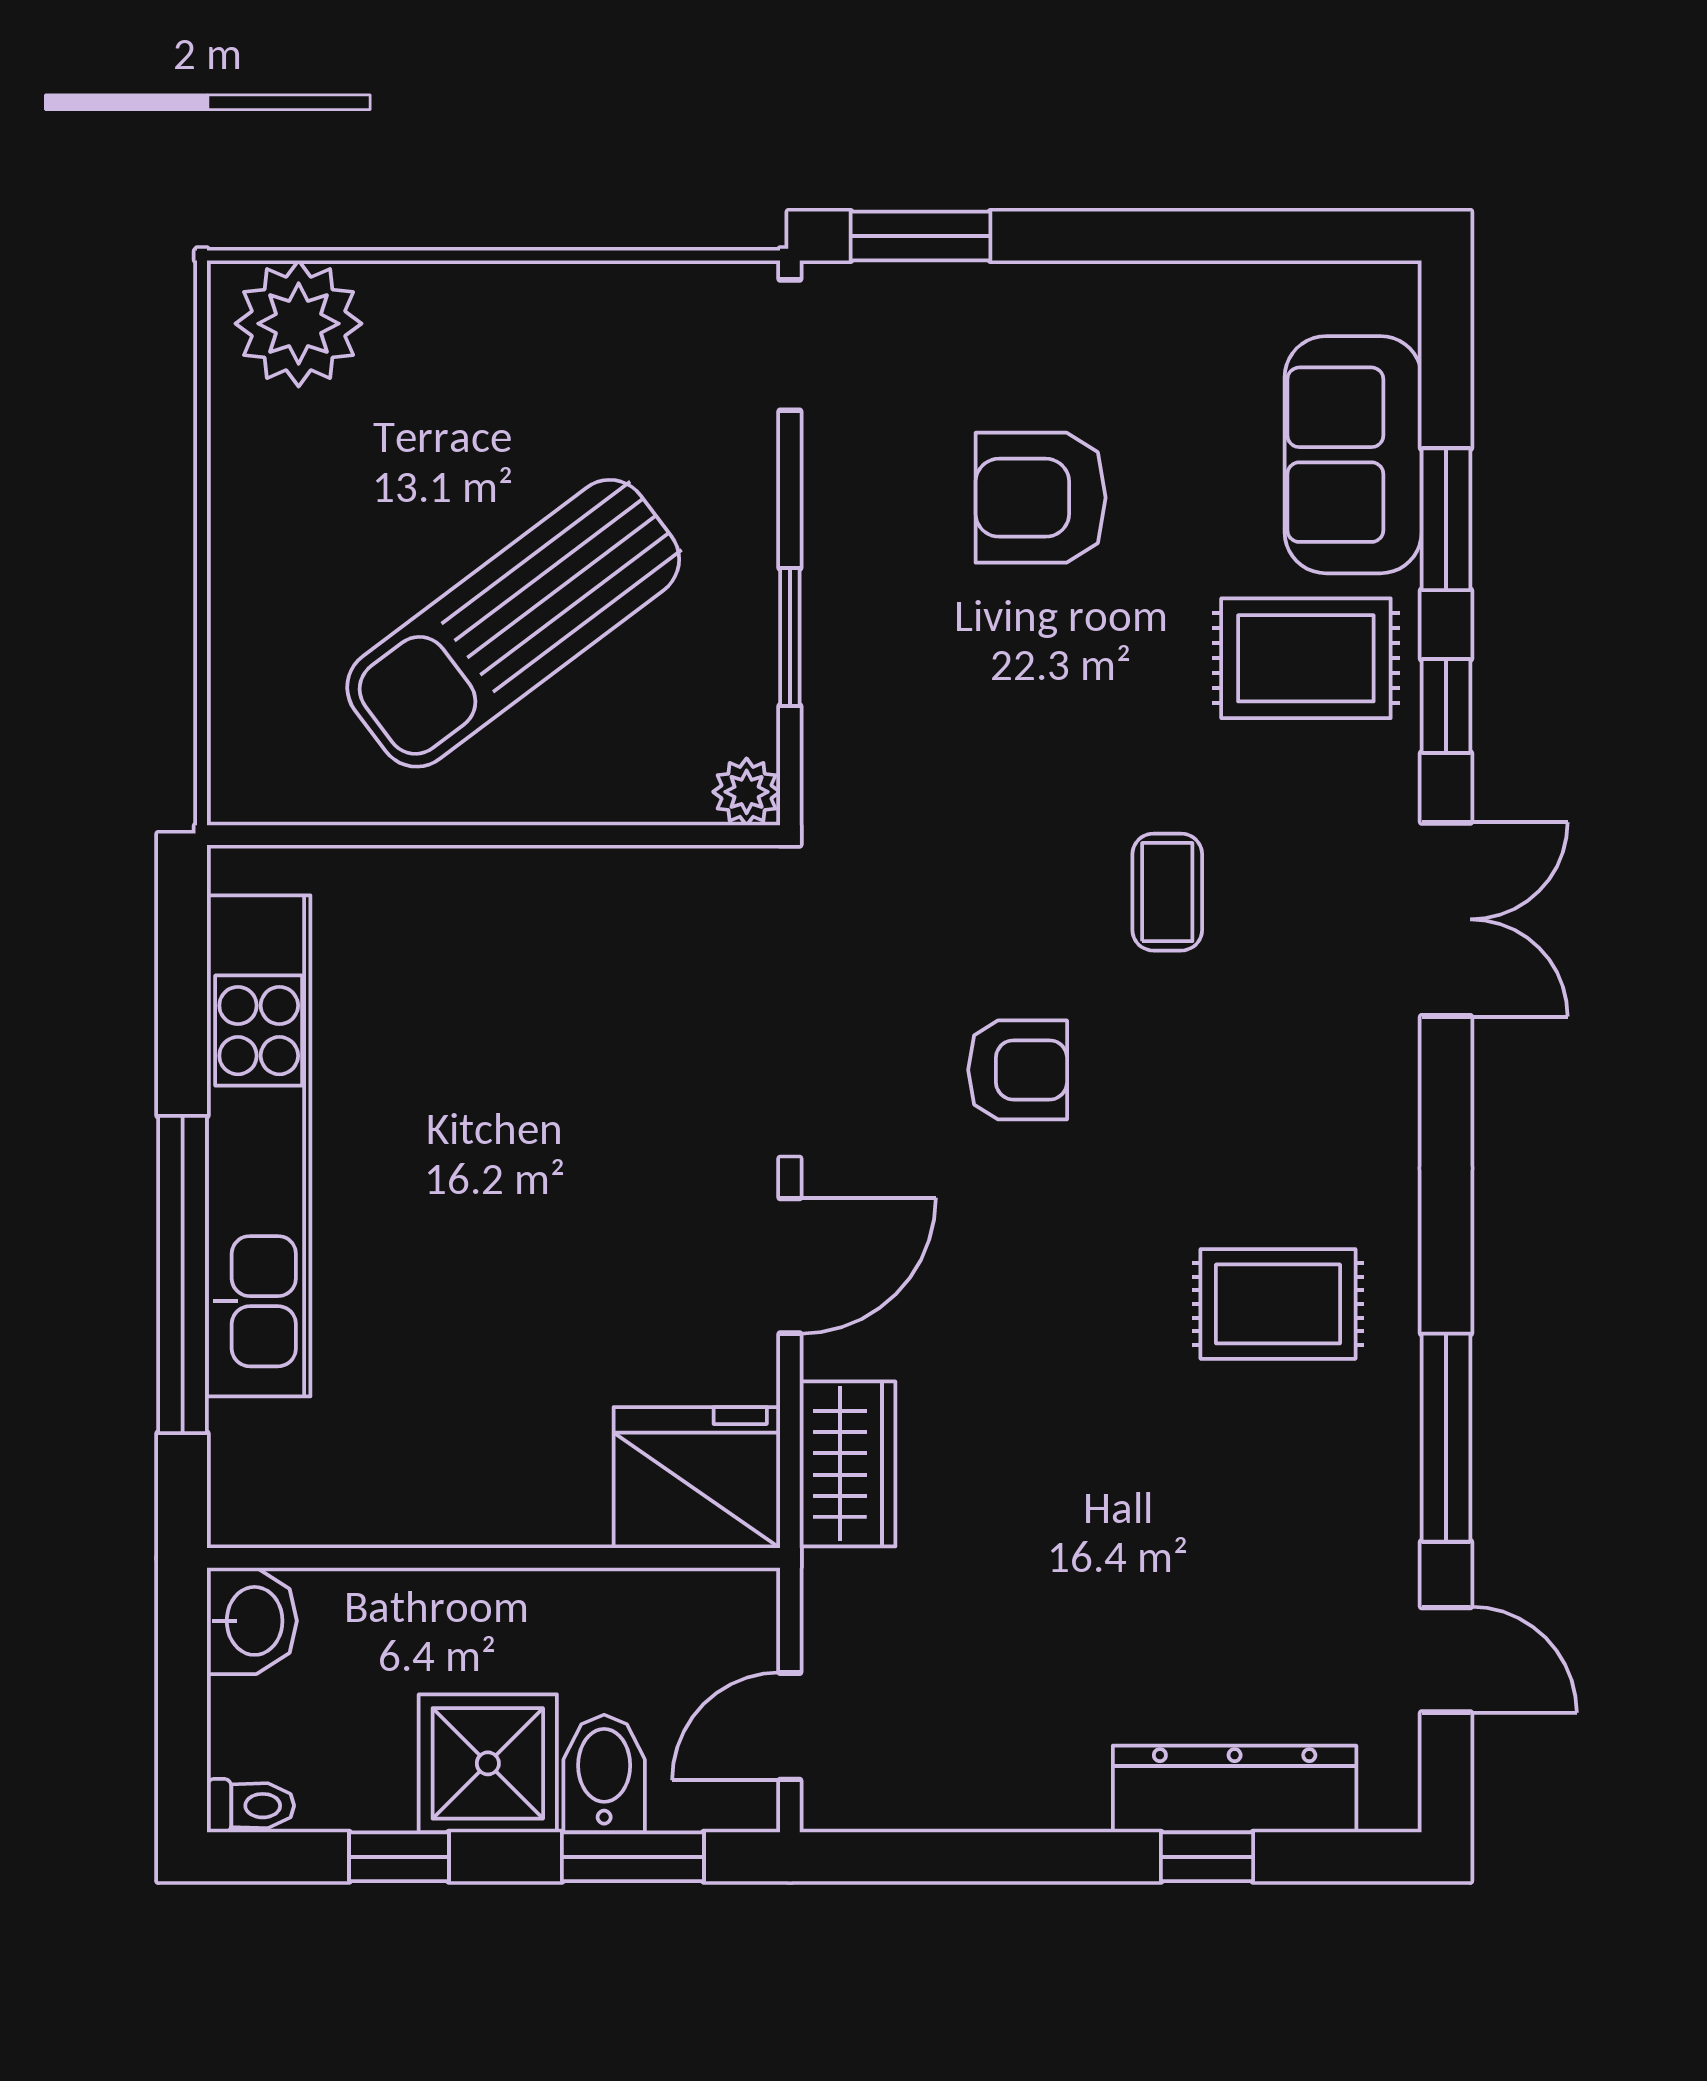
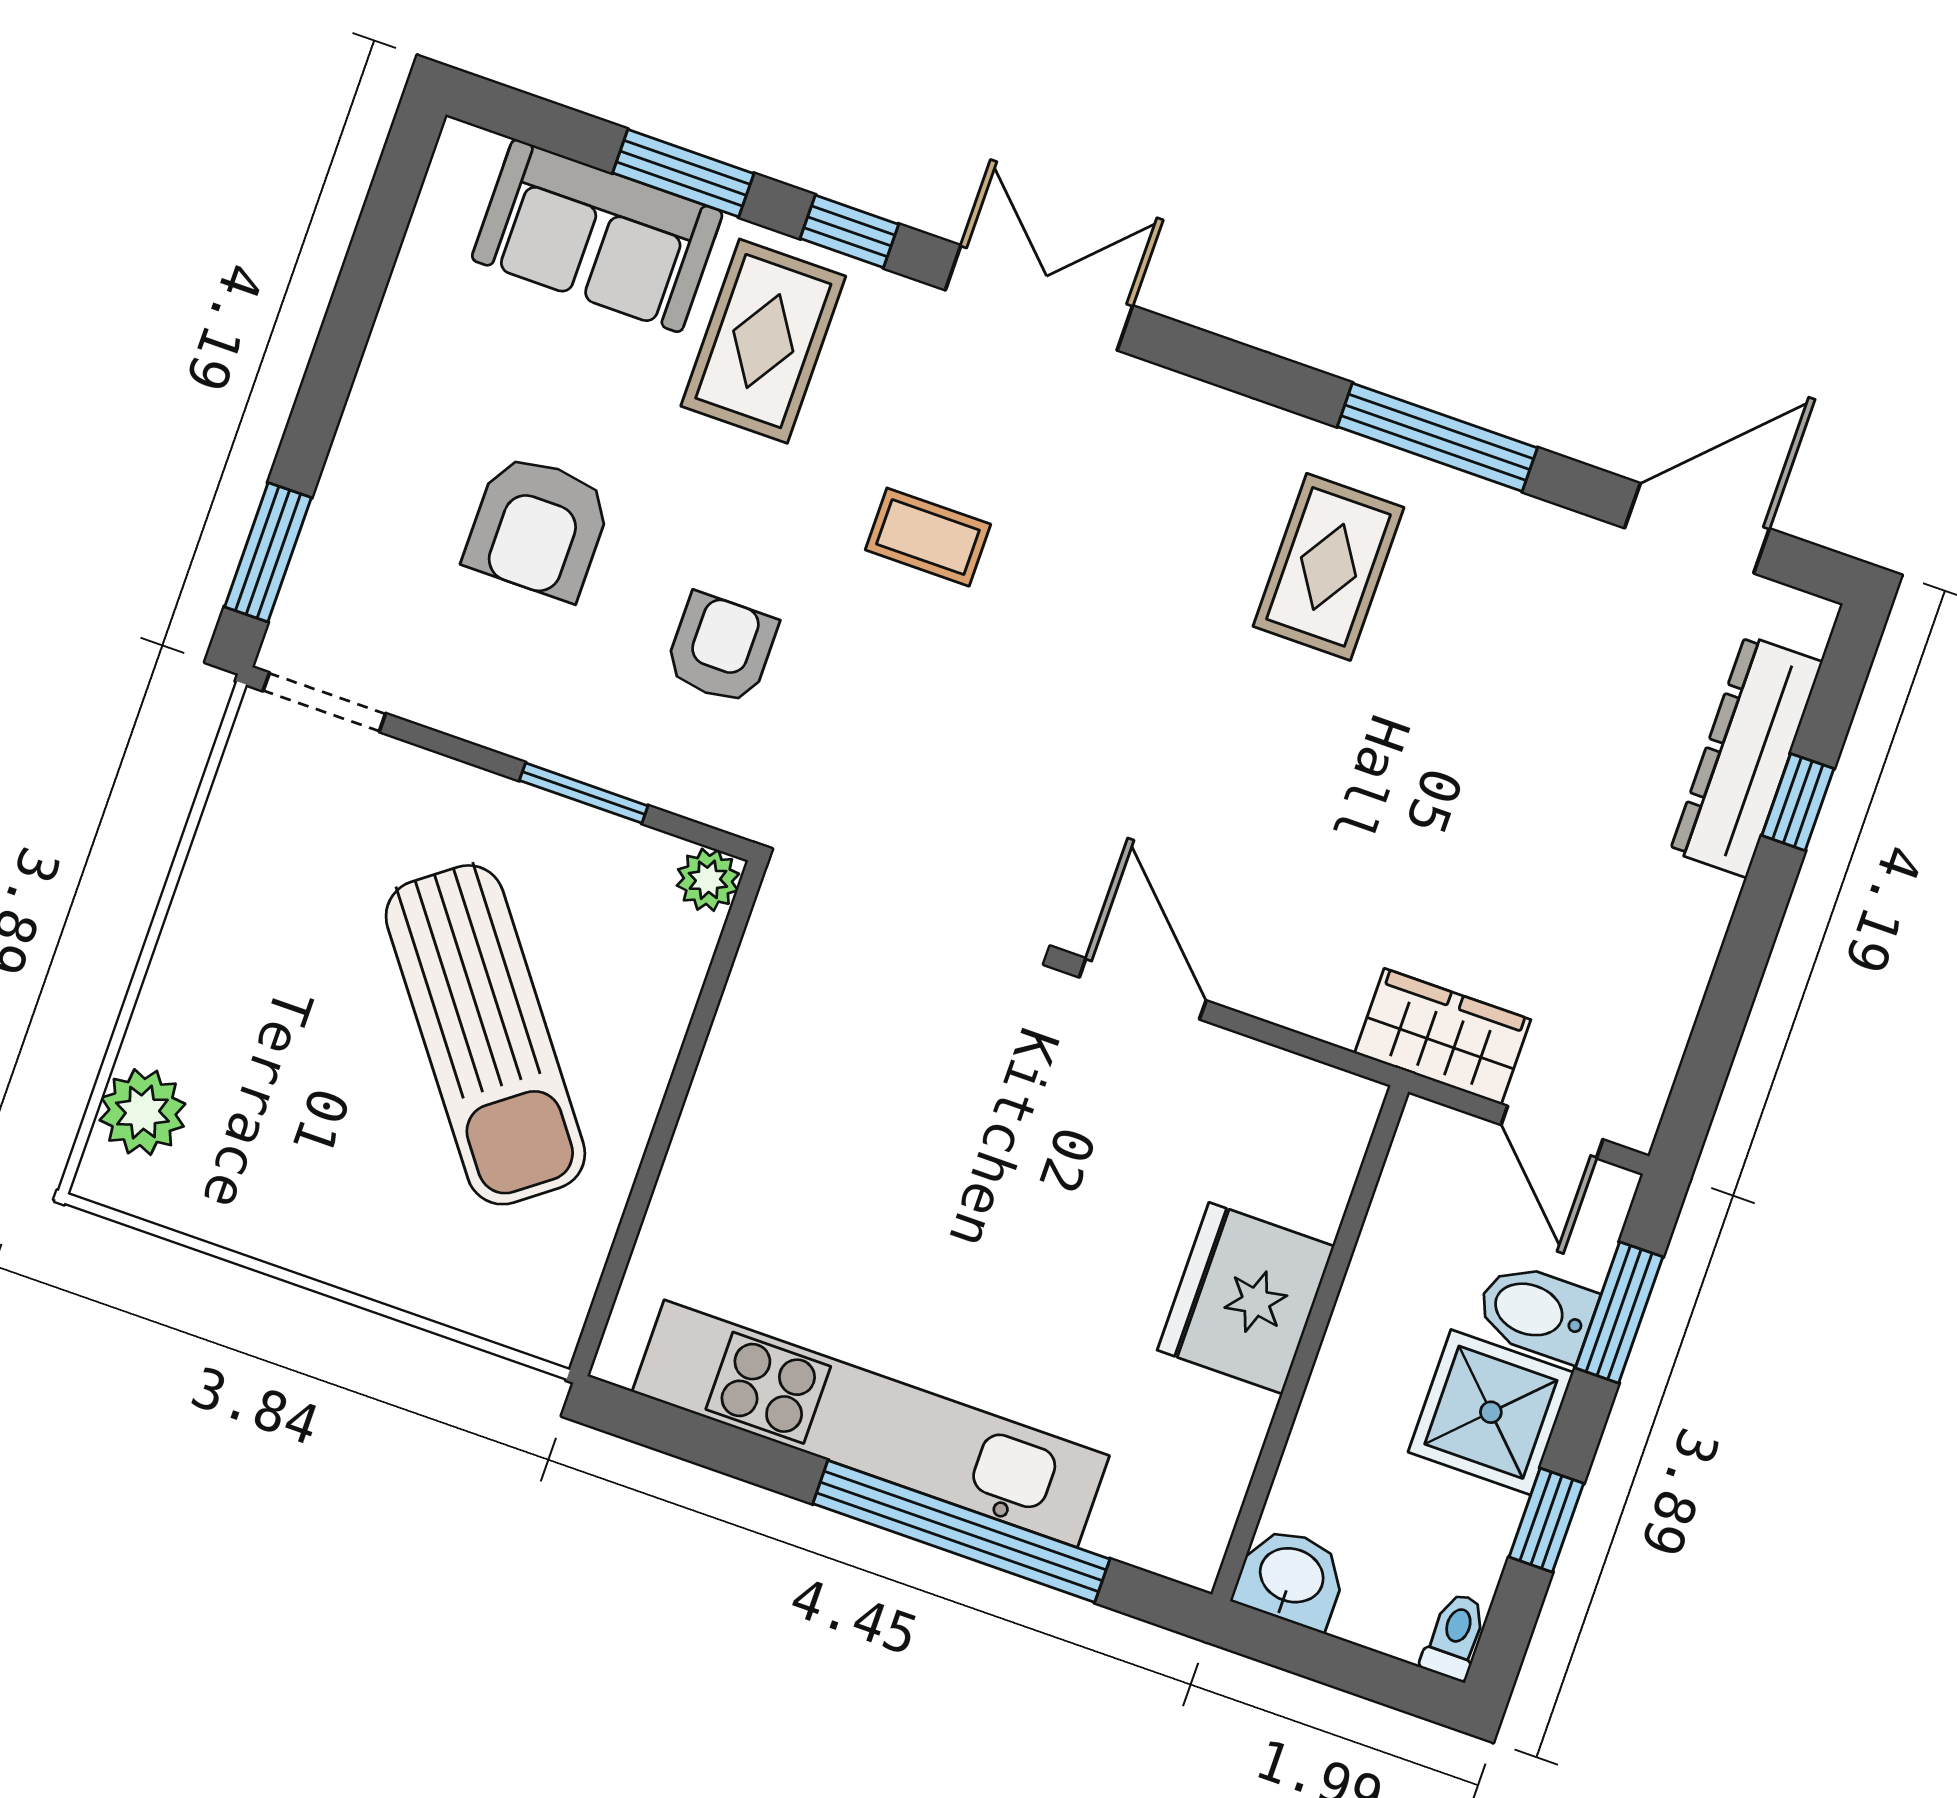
plant: (299, 324) -> (142, 1112), width x0.73, depth x0.73
armchair: (1018, 1070) -> (721, 649), moved
window: (1446, 1438) -> (1437, 437), moved
wardrobe: (848, 1464) -> (1443, 1036), moved
fridge: (697, 1478) -> (1246, 1298), moved
door: (1446, 1660) -> (1697, 528), width x1.38

